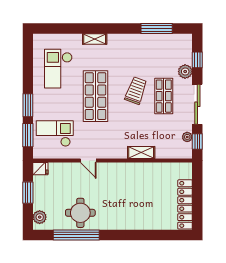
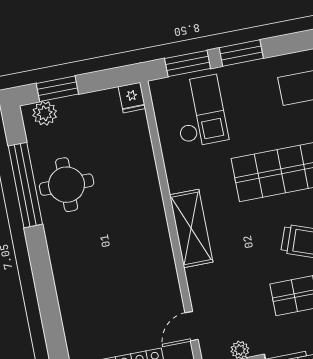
shelving: (141, 152) -> (191, 228), moved, width x1.50, depth x1.33
door: (88, 160) -> (191, 326), moved
window: (28, 193) -> (57, 89), moved

